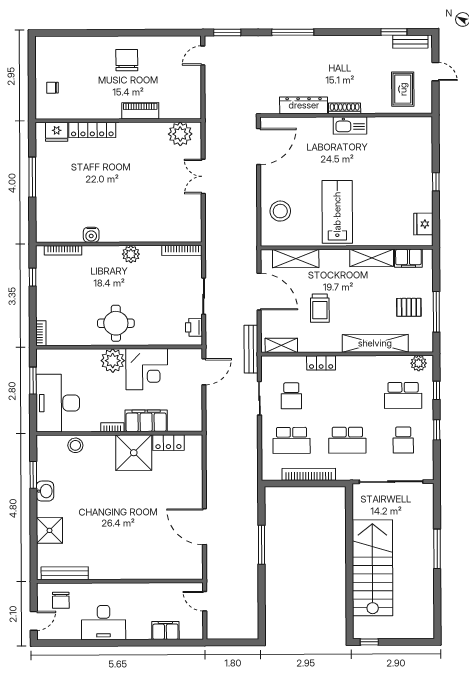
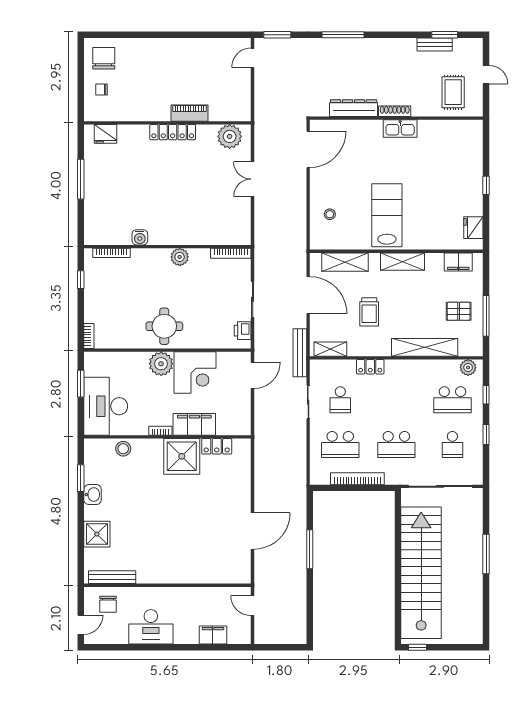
bench: (410, 42) -> (435, 44), moved
chair: (127, 60) -> (104, 58), moved
locker: (92, 130) -> (173, 132), moved
stool: (280, 211) -> (330, 214), width x0.53, depth x0.53
shelving: (372, 258) -> (403, 262), moved
door: (204, 527) -> (253, 531), swing flipped
stairs: (372, 568) -> (421, 573), width x1.36

